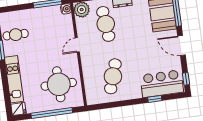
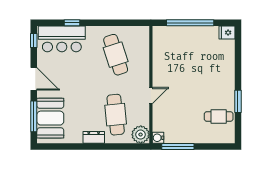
cafe table: (113, 76) -> (116, 55), turned -36
kitchen unit: (14, 79) -> (227, 67), removed
round table: (59, 84) -> (178, 54), removed

